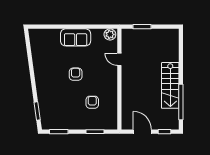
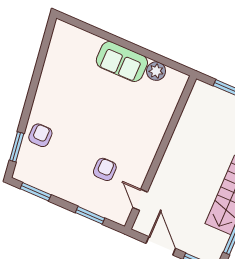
plant: (110, 34) -> (156, 71), moved
door: (119, 59) -> (140, 200), moved
armchair: (76, 74) -> (40, 135), moved

